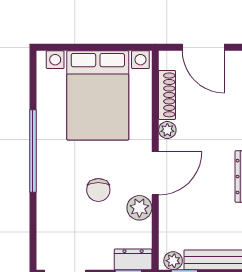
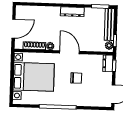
plant: (139, 208) -> (85, 60), removed

